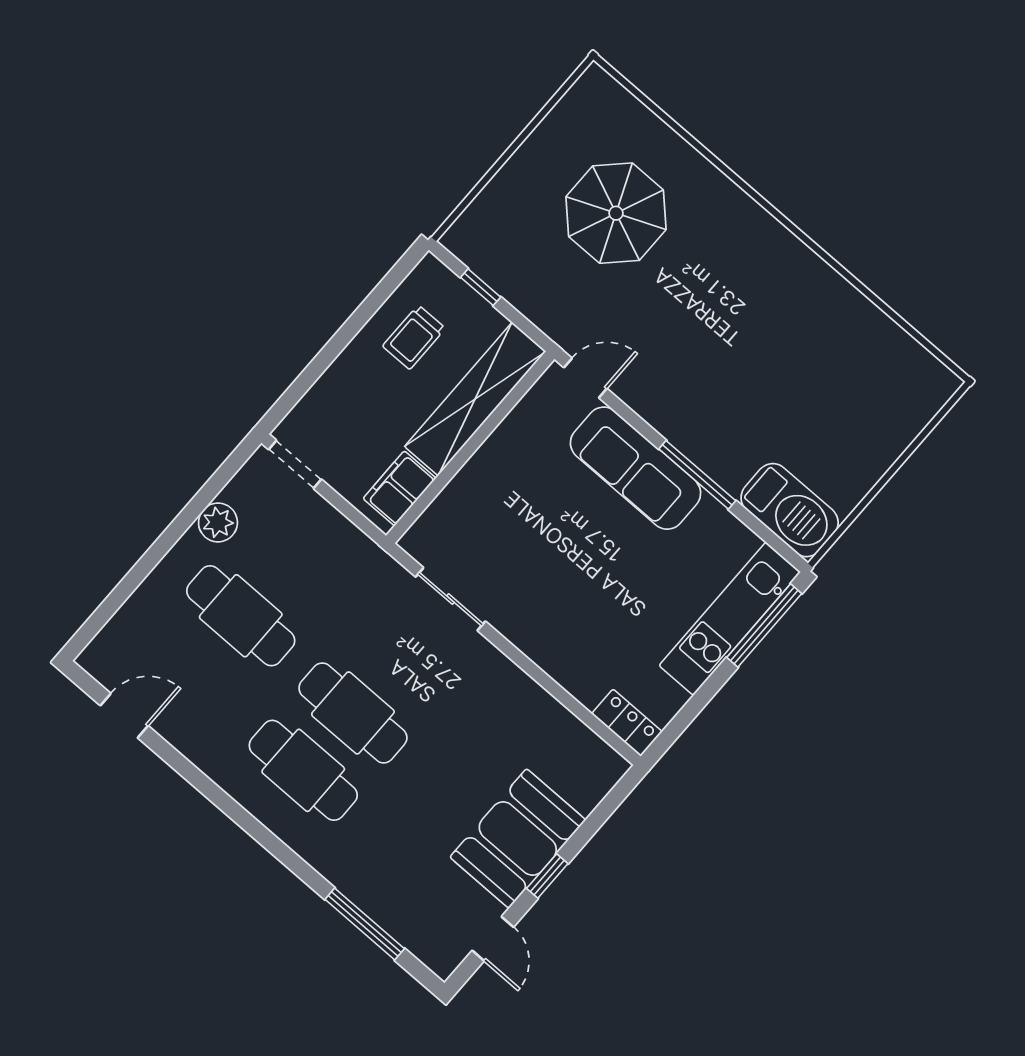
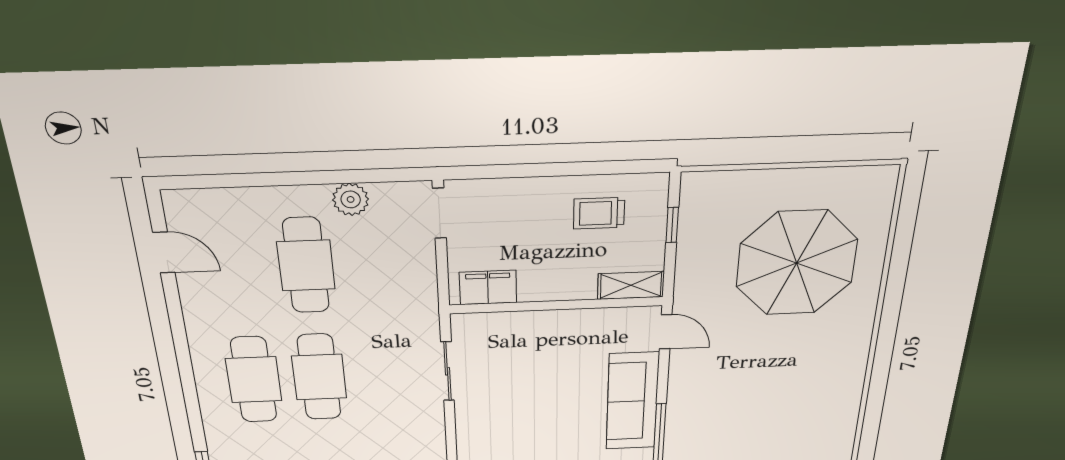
parasol: (616, 213) -> (797, 263), width x1.36, depth x1.36
shelving: (475, 399) -> (631, 285), width x0.45, depth x0.75

